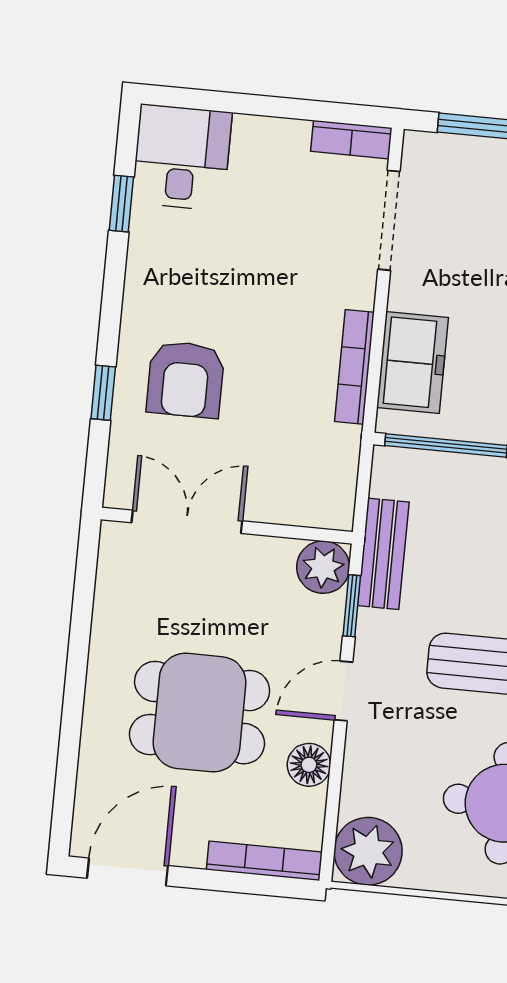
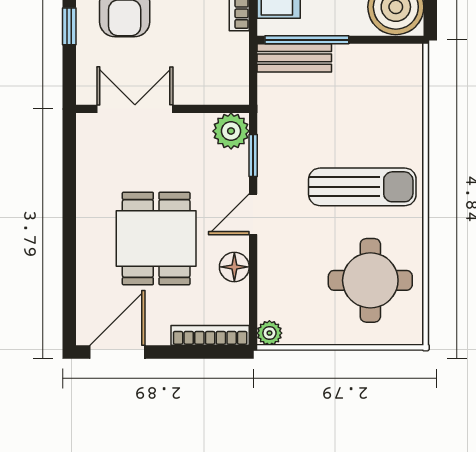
bench: (383, 554) -> (294, 58), moved, turned 90
dining table: (200, 713) -> (156, 238), turned 90
plant: (368, 851) -> (269, 333), width x0.53, depth x0.53

